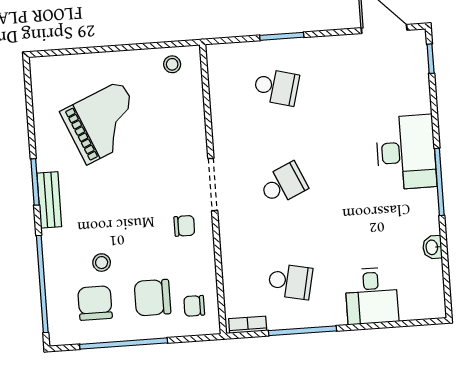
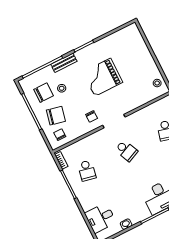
grand piano: (104, 123) -> (103, 77), moved, turned 113
bench: (49, 200) -> (64, 63), moved
desk: (372, 296) -> (100, 218), moved
chair: (152, 298) -> (56, 116), turned 103

